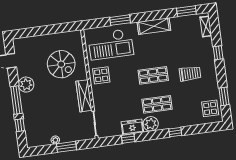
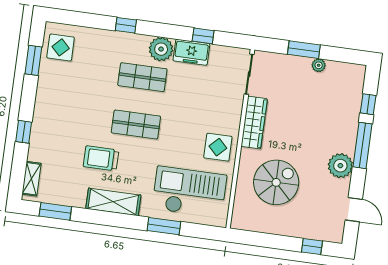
window: (30, 32) -> (312, 246), added
spiral stairs: (61, 64) -> (276, 182), turned 90
trolley: (190, 74) -> (101, 158), moved

